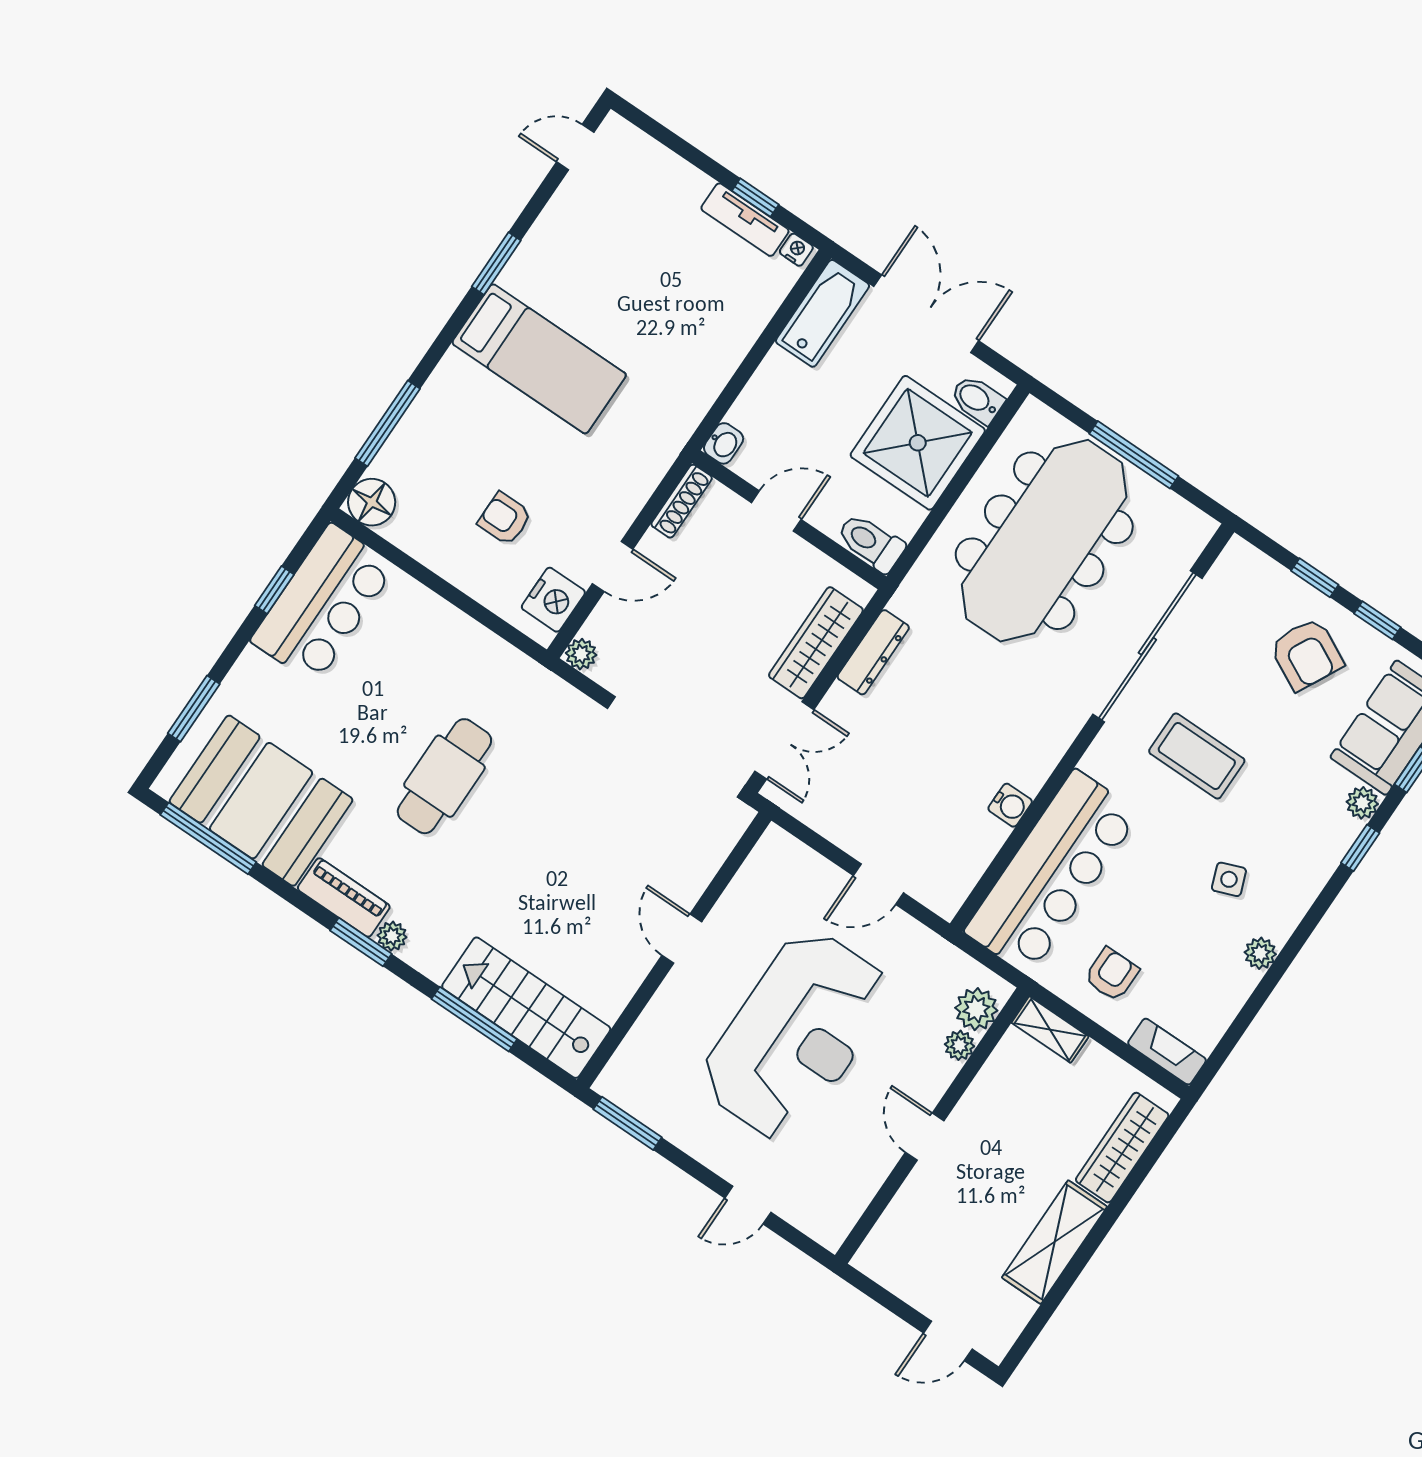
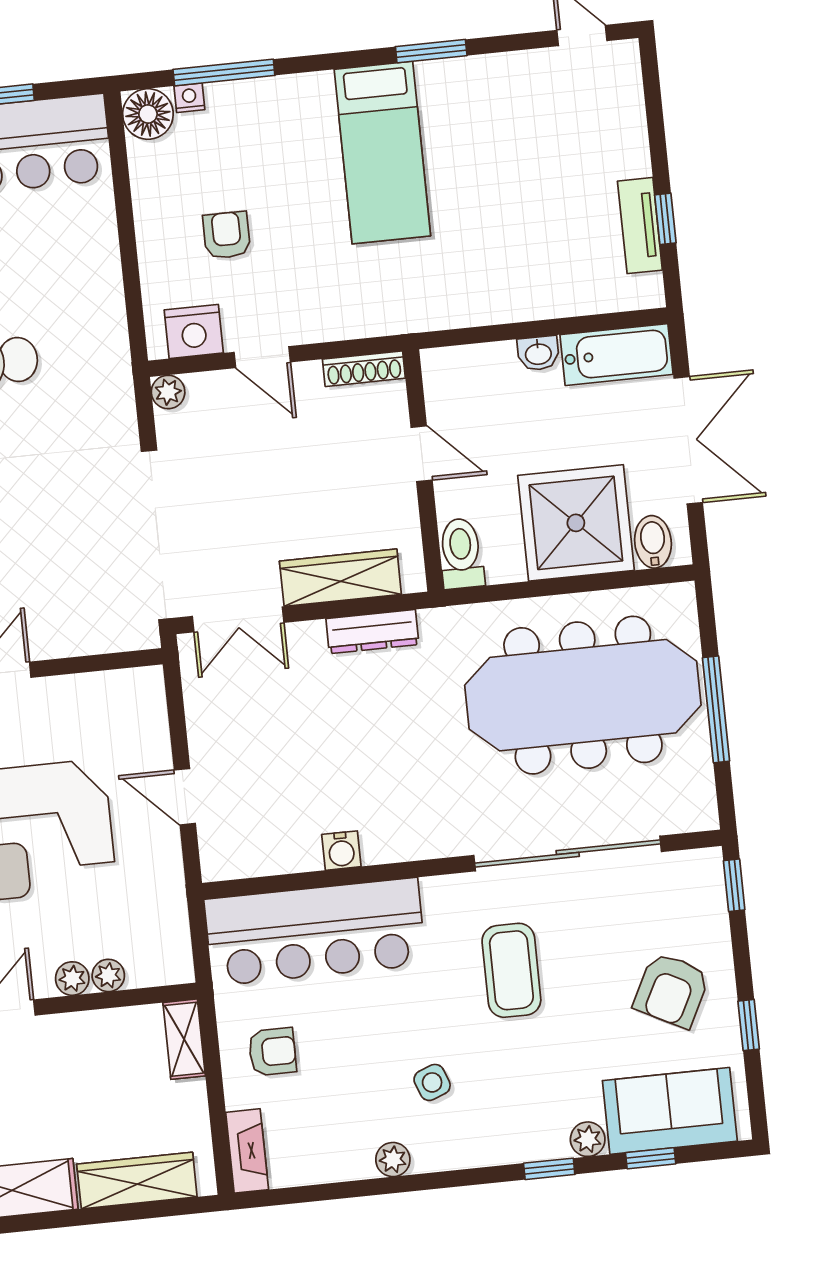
nightstand: (796, 250) -> (189, 98), moved, turned -90
washbasin: (724, 443) -> (538, 353), moved
window: (1315, 578) -> (734, 885), moved
plant: (976, 1009) -> (72, 979), moved, width x0.73, depth x0.73

